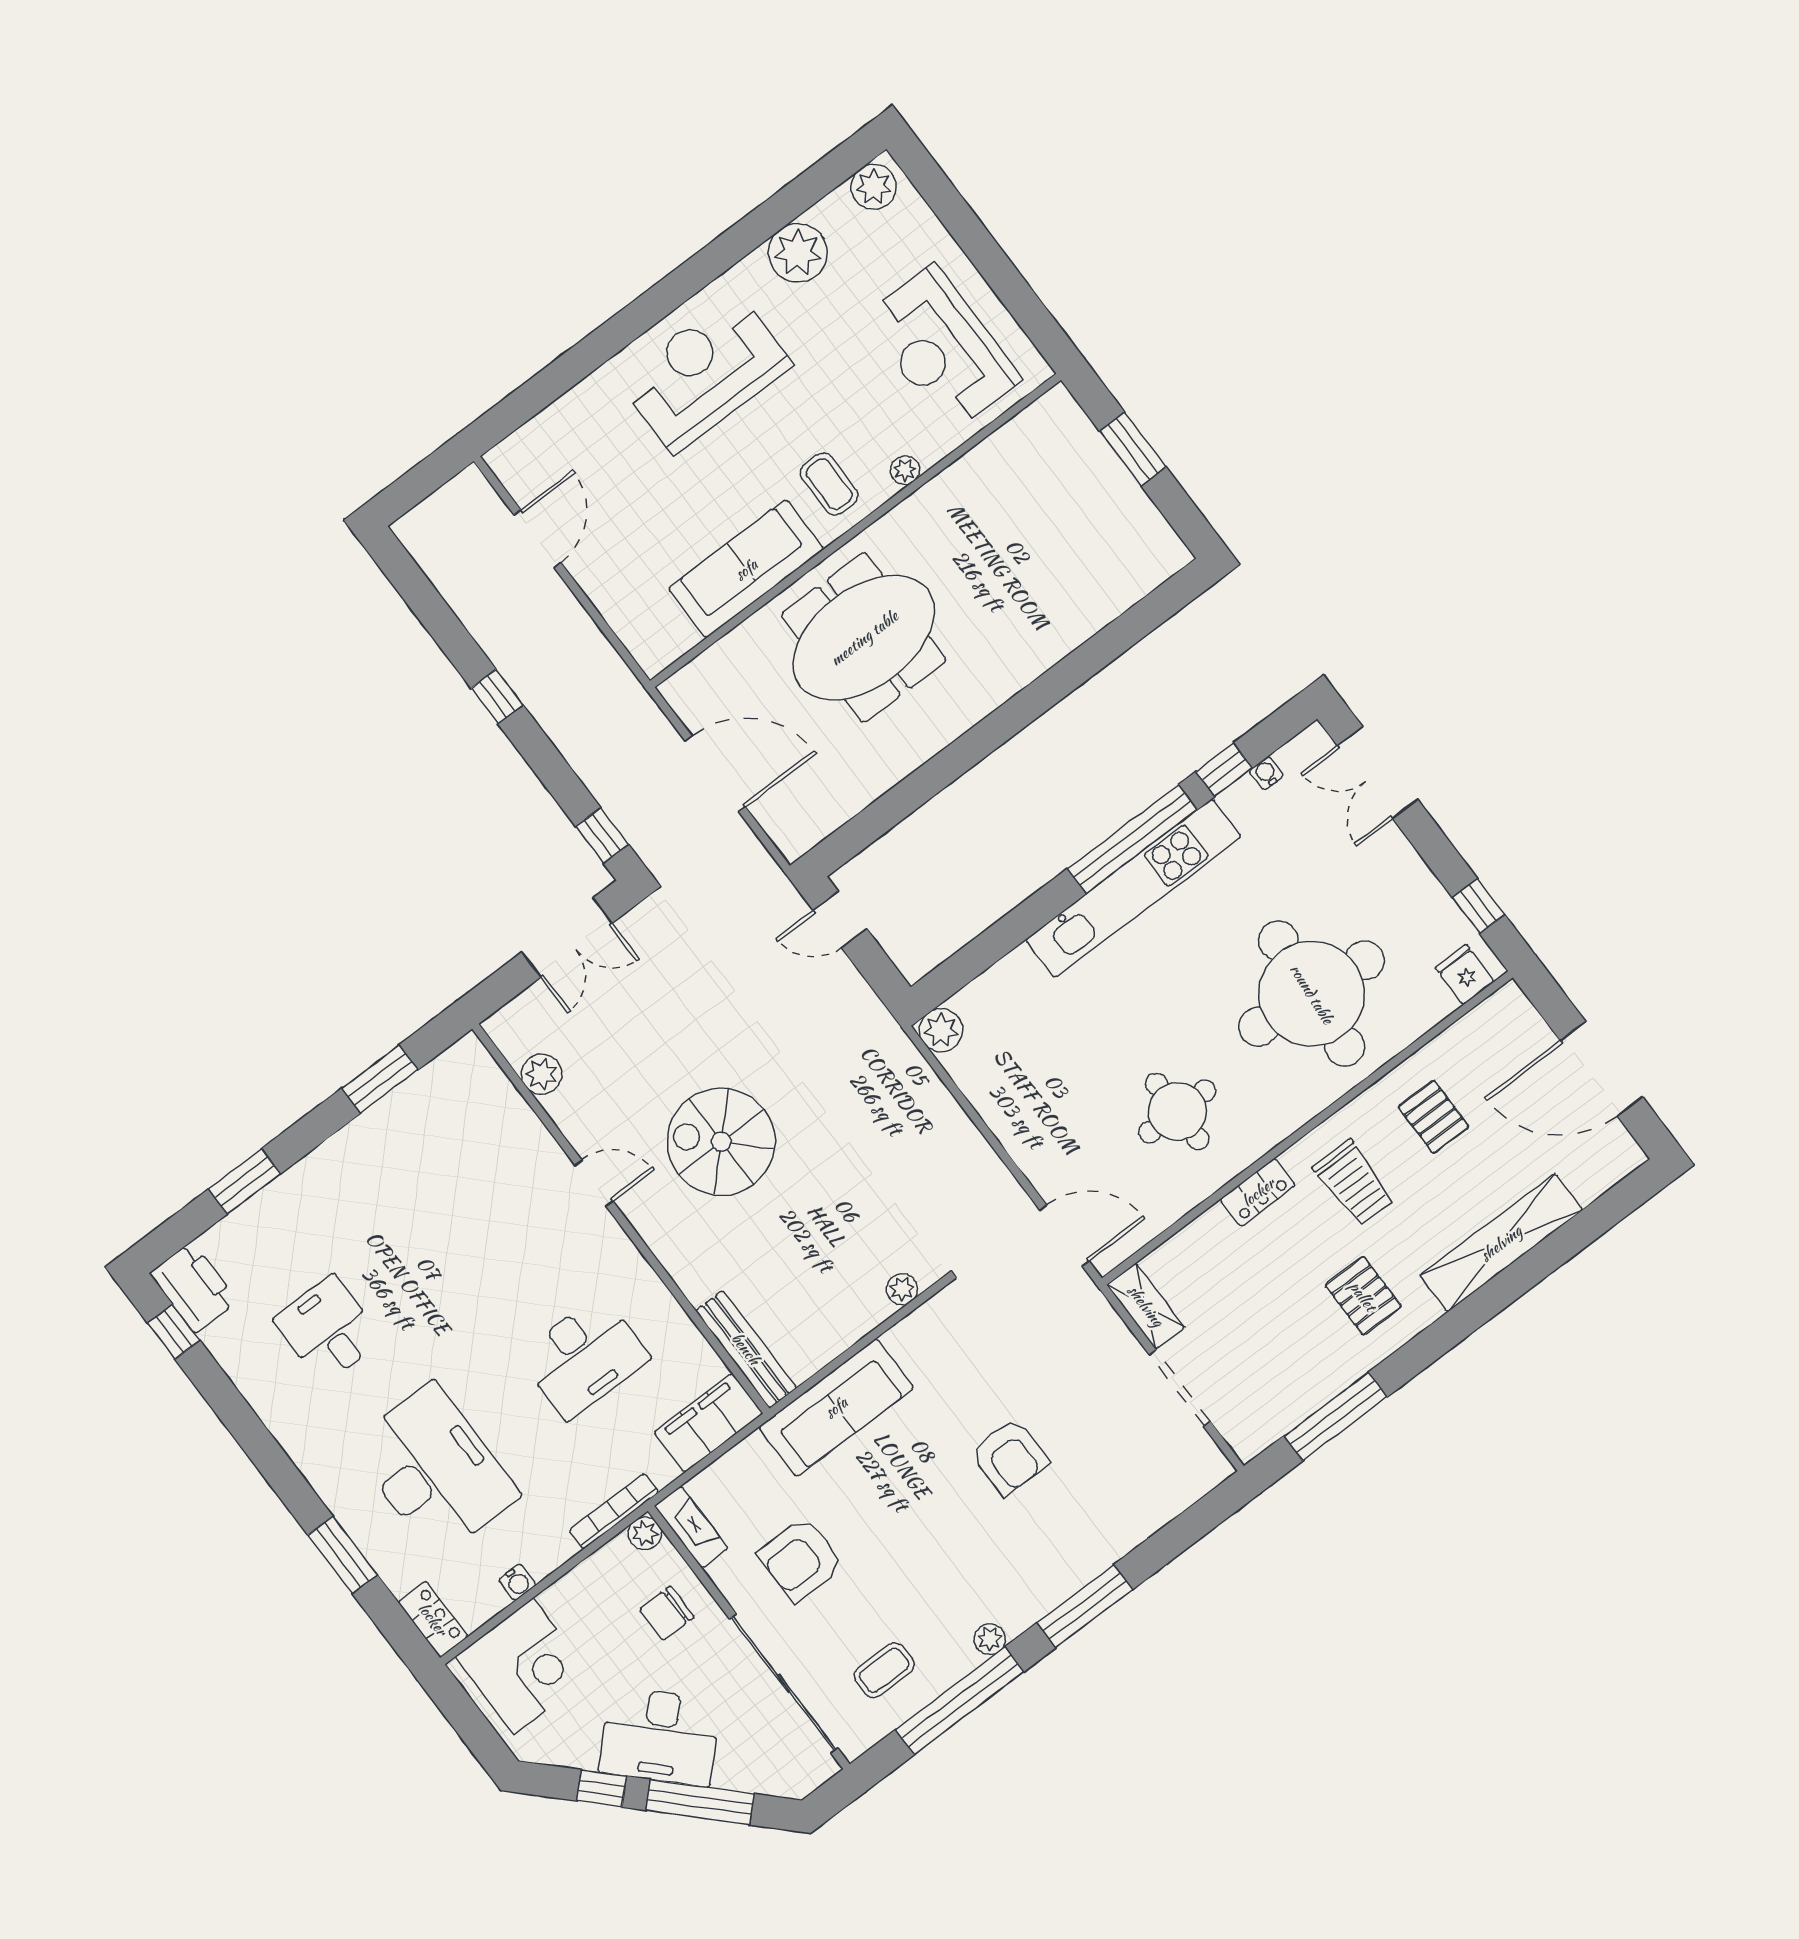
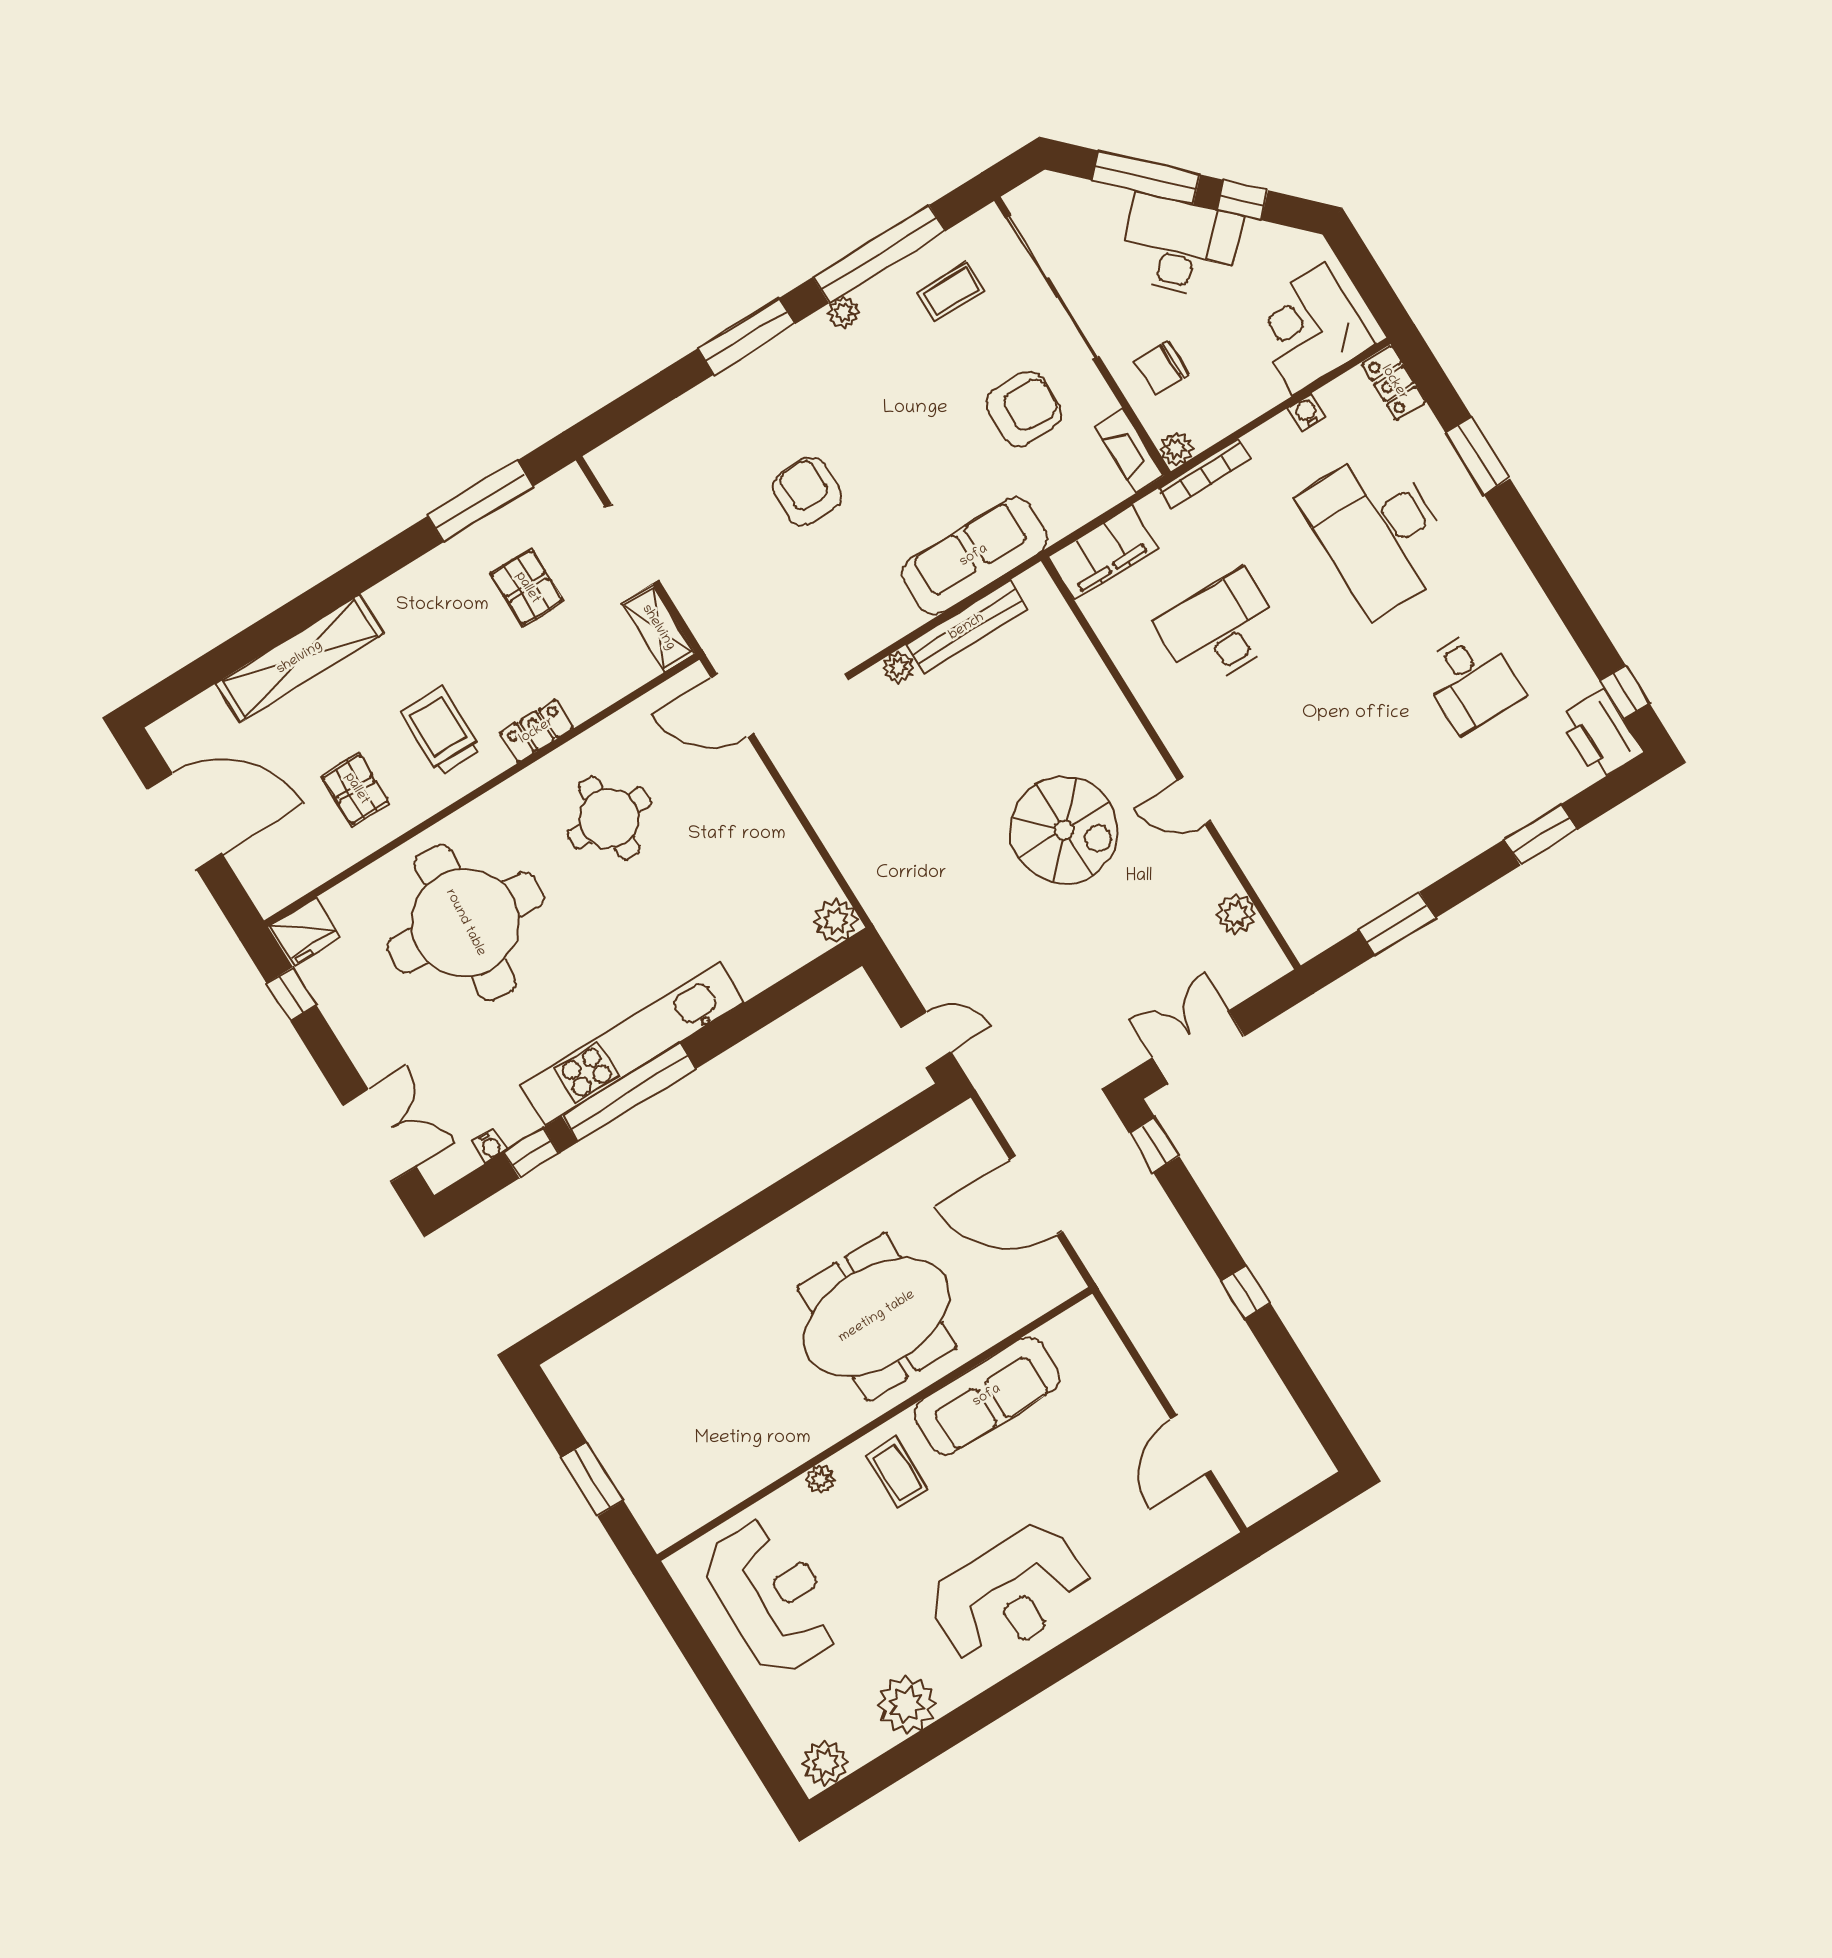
fridge: (1465, 975) -> (305, 932), width x1.38
pallet: (1363, 1296) -> (527, 588), moved
bench: (746, 1349) -> (967, 627), moved, turned 90
chair: (667, 1613) -> (1162, 368), turned 180

